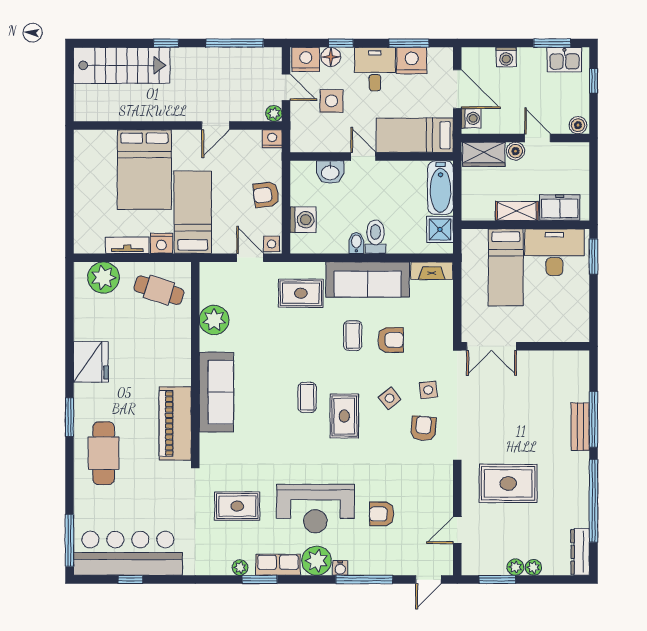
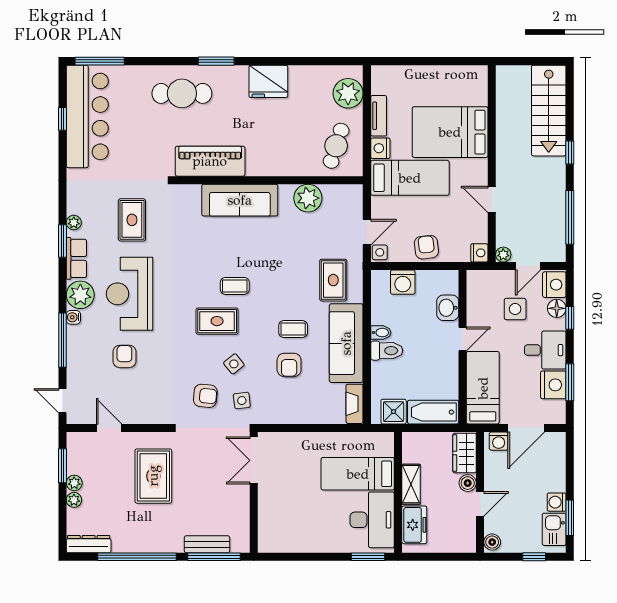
washing machine: (506, 57) -> (557, 502), moved
double door: (492, 346) -> (254, 460), moved
wall: (525, 346) -> (254, 492), moved

